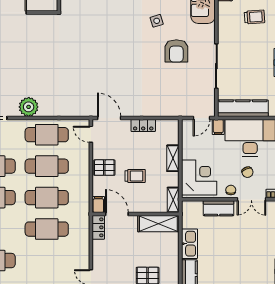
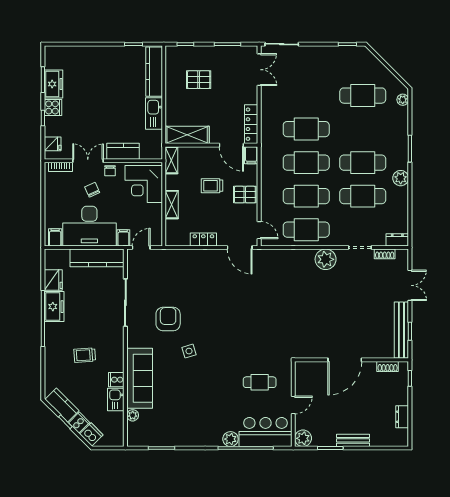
locker: (98, 227) -> (251, 124), width x1.53

